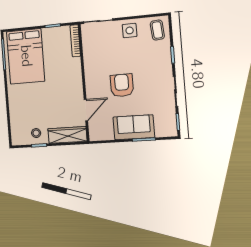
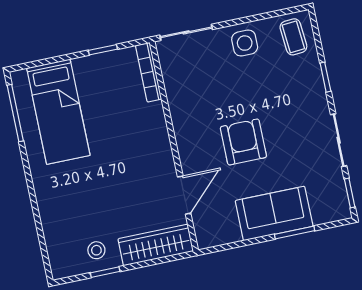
bed: (26, 56) -> (58, 112), width x0.67

